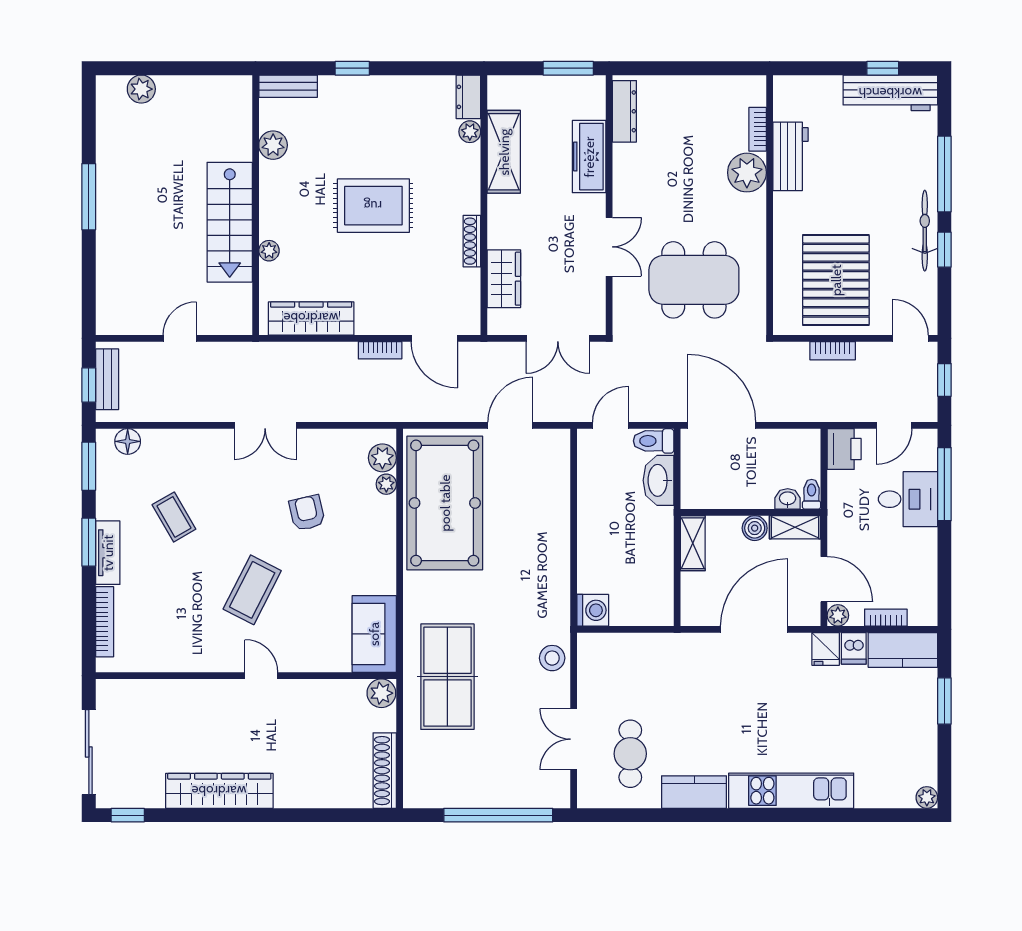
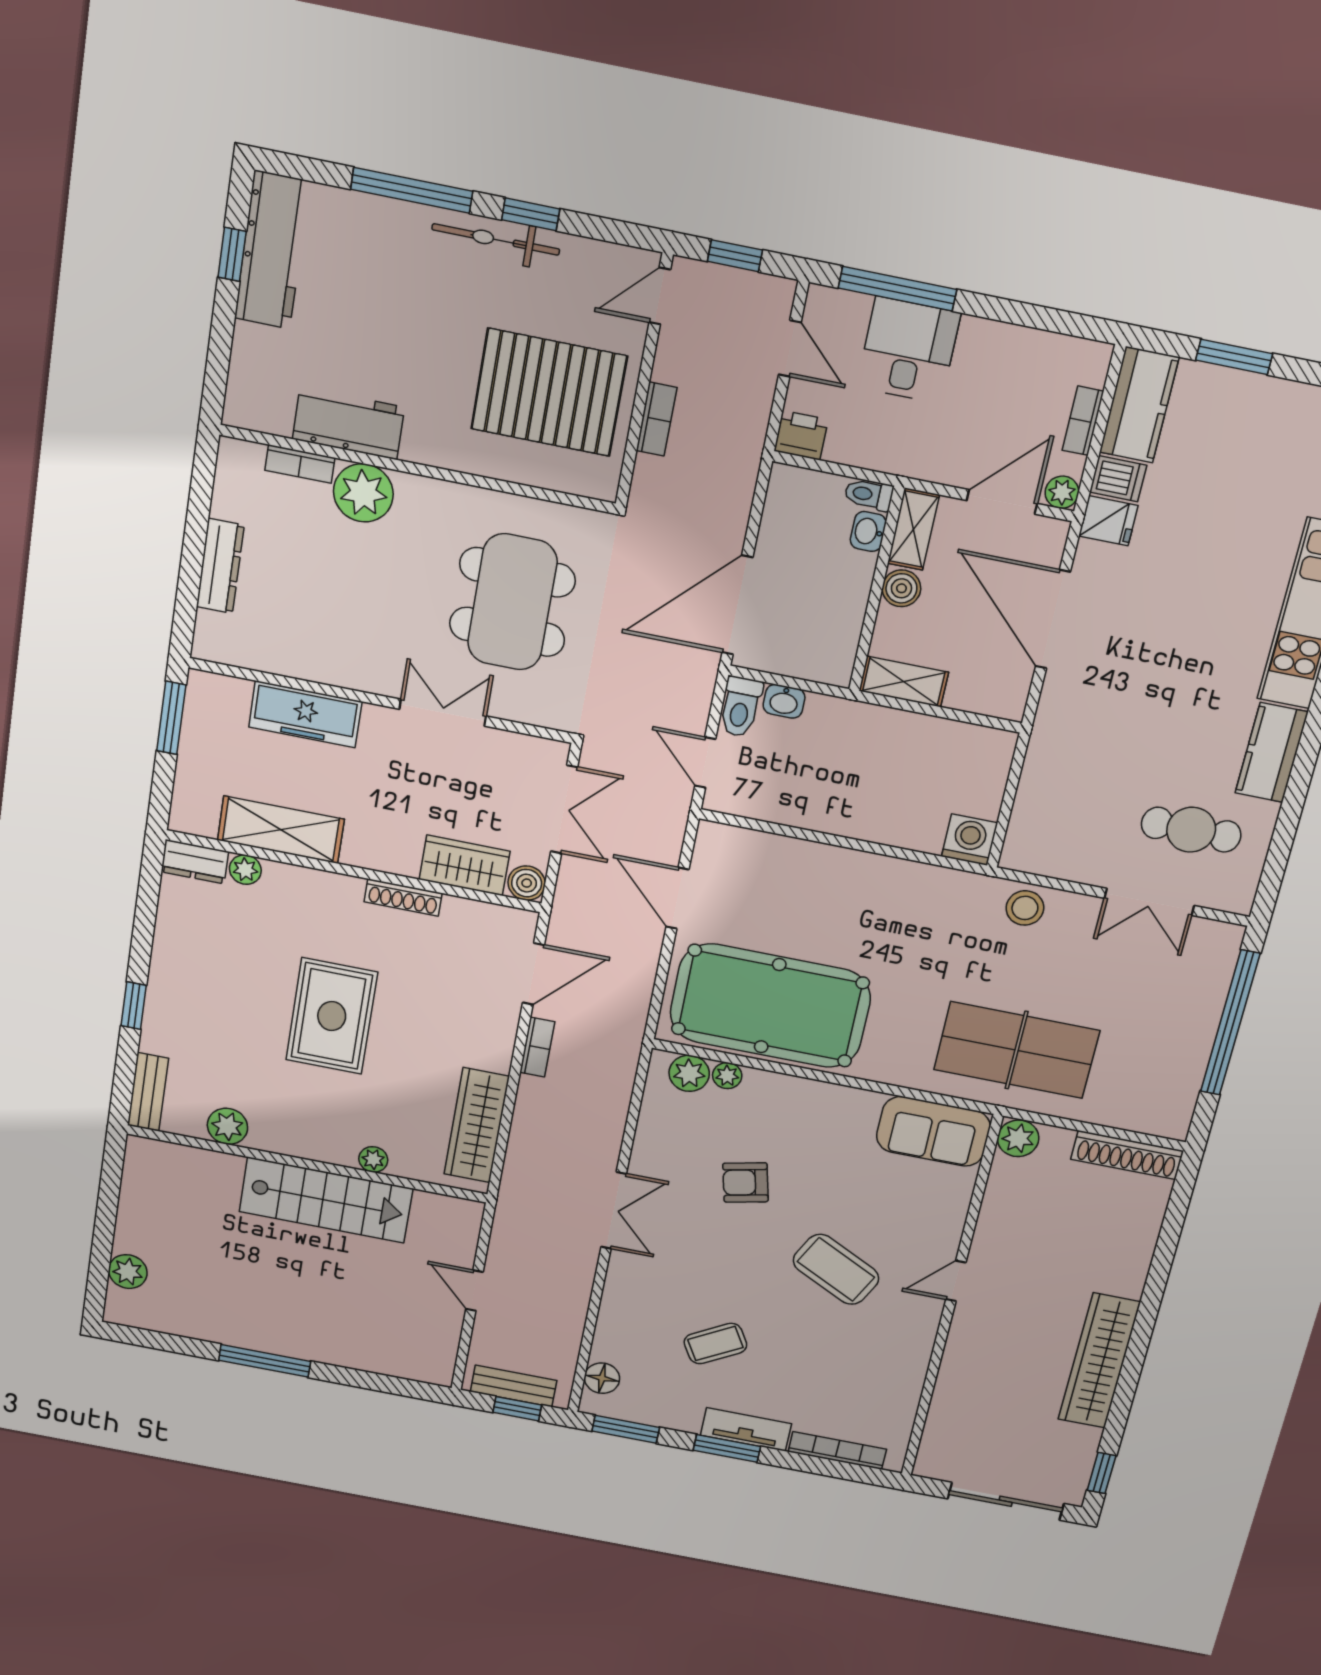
dresser: (624, 111) -> (220, 566), moved, turned 90
boiler: (500, 322) -> (527, 883), added
printer: (844, 449) -> (801, 435), width x0.73, depth x0.81
washbasin: (659, 480) -> (784, 701), width x0.52, depth x0.69

